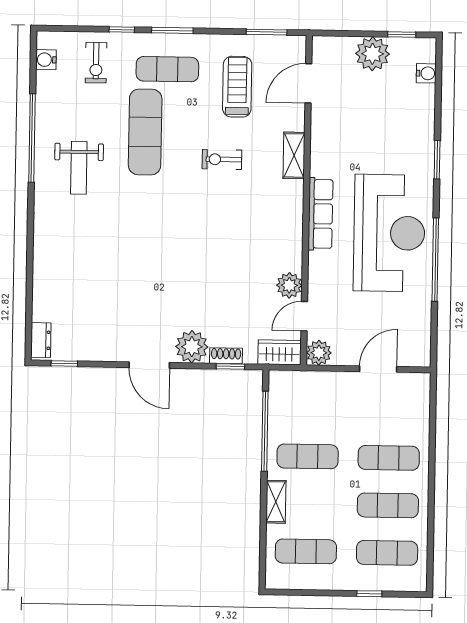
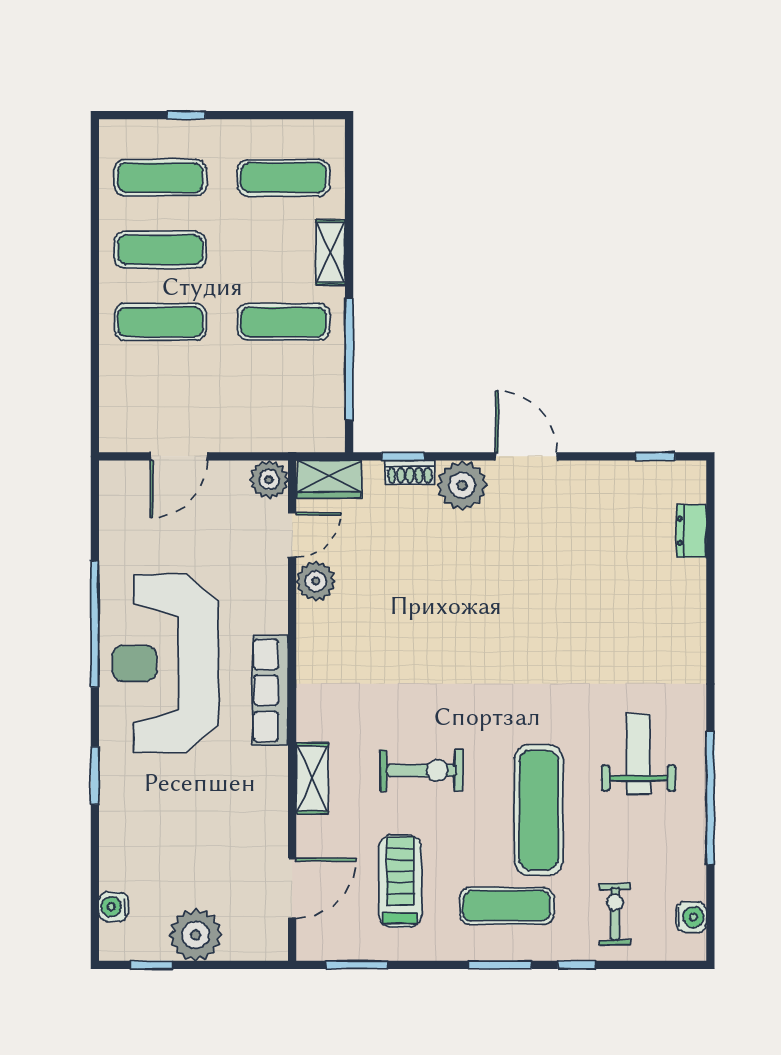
treadmill: (237, 87) -> (400, 881), turned 180
exercise bike: (222, 159) -> (421, 770), width x1.38, depth x1.39
dresser: (41, 340) -> (691, 531), moved

